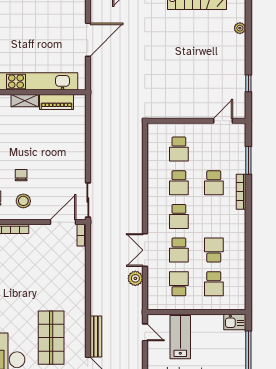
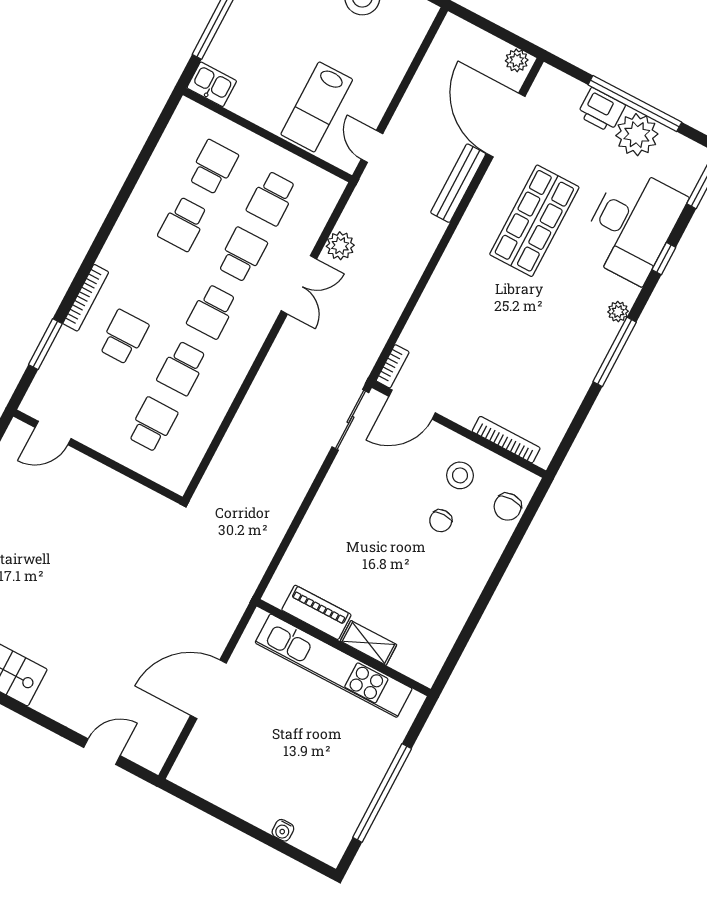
school desk: (179, 183) -> (182, 368), turned 180
school desk: (179, 216) -> (212, 311), turned 180

